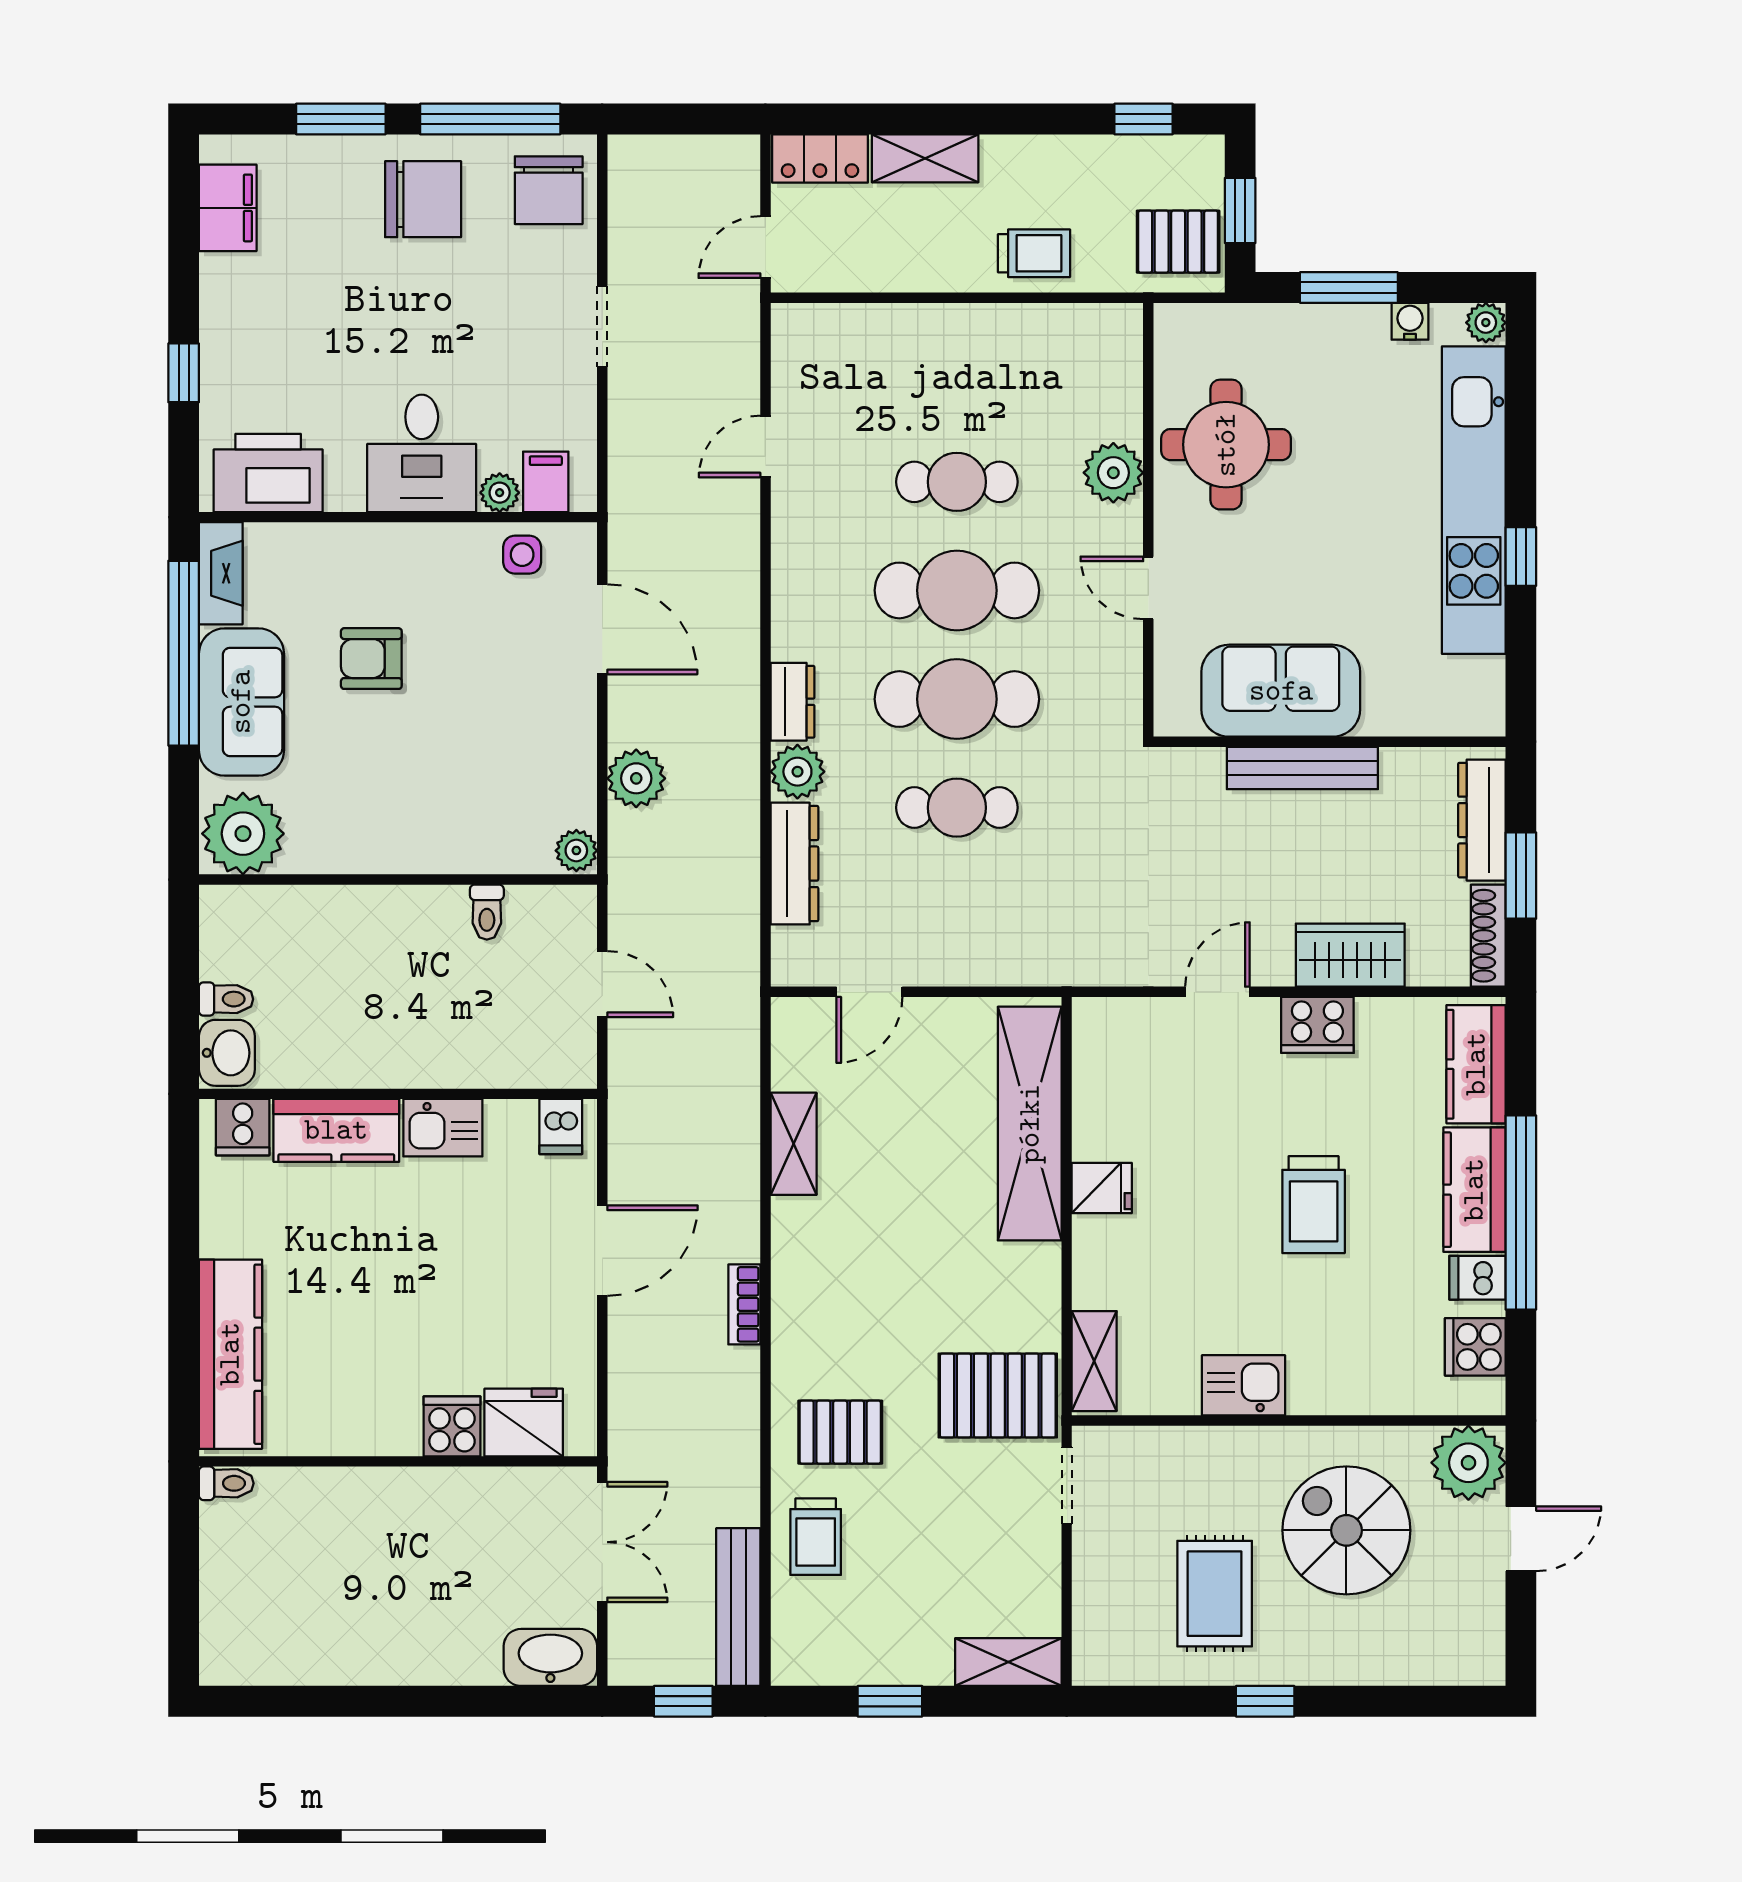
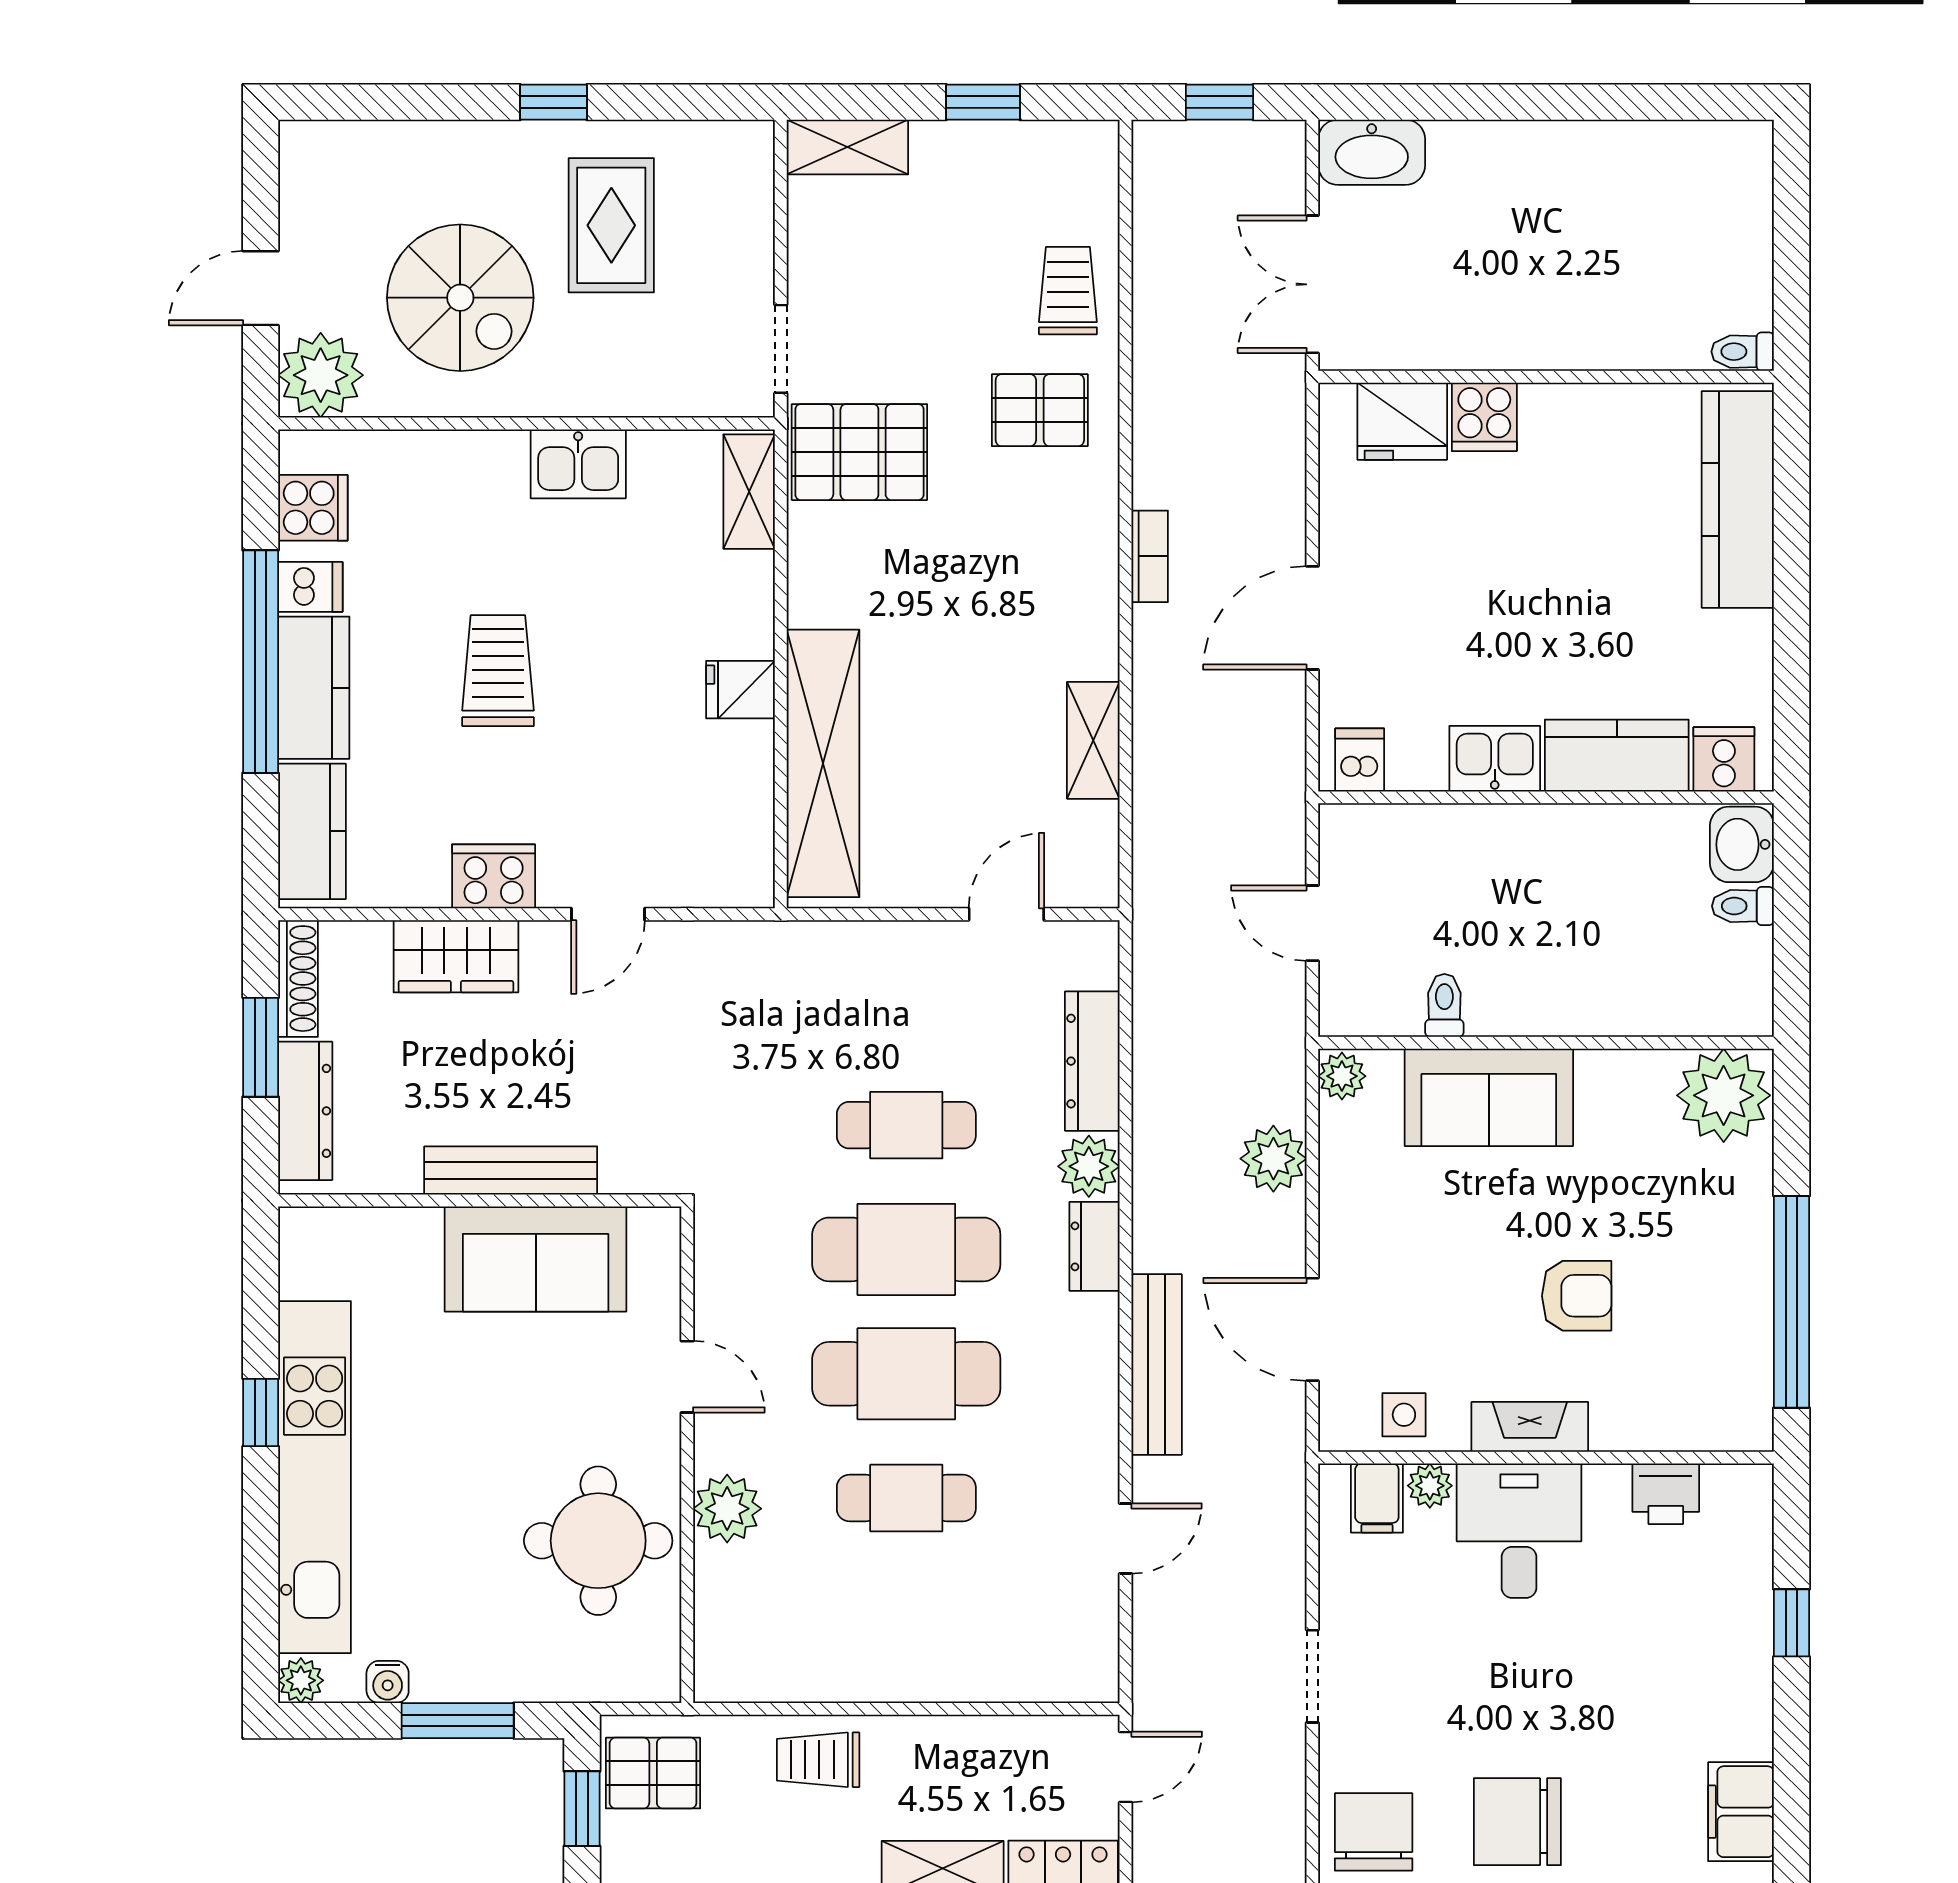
printer: (268, 473) -> (1666, 1494), width x0.53, depth x0.68
fireplace: (221, 573) -> (1530, 1427), moved, turned 90
sofa: (241, 702) -> (1489, 1097), moved, turned -90
bench: (738, 1607) -> (1157, 1364), moved

